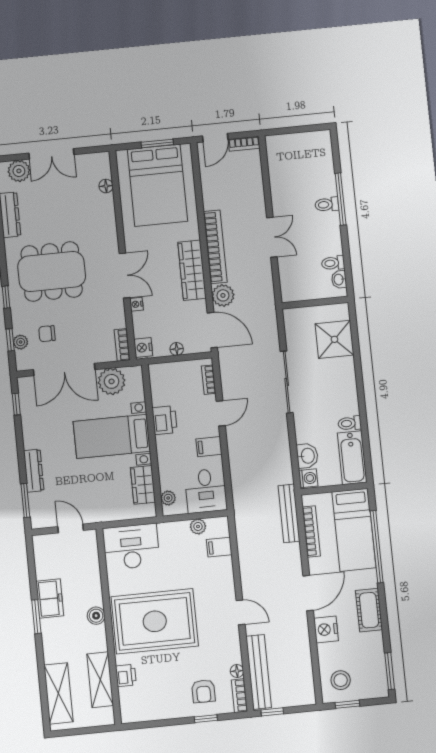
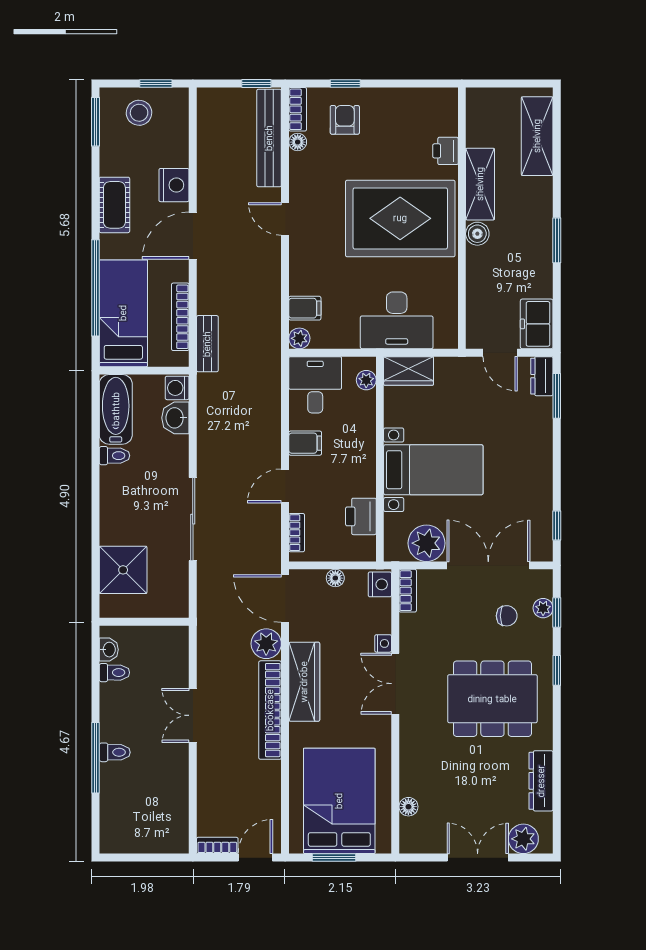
printer: (165, 420) -> (361, 516), moved
dresser: (34, 471) -> (542, 376), moved, width x0.70
wardrobe: (143, 485) -> (409, 371), moved, turned 90
bench: (289, 513) -> (207, 344), width x0.73
plant: (198, 526) -> (299, 338), moved
desk: (131, 547) -> (397, 320), moved
freezer: (50, 599) -> (537, 324), moved
shelving: (100, 680) -> (480, 184), moved
stool: (341, 680) -> (139, 113), moved

